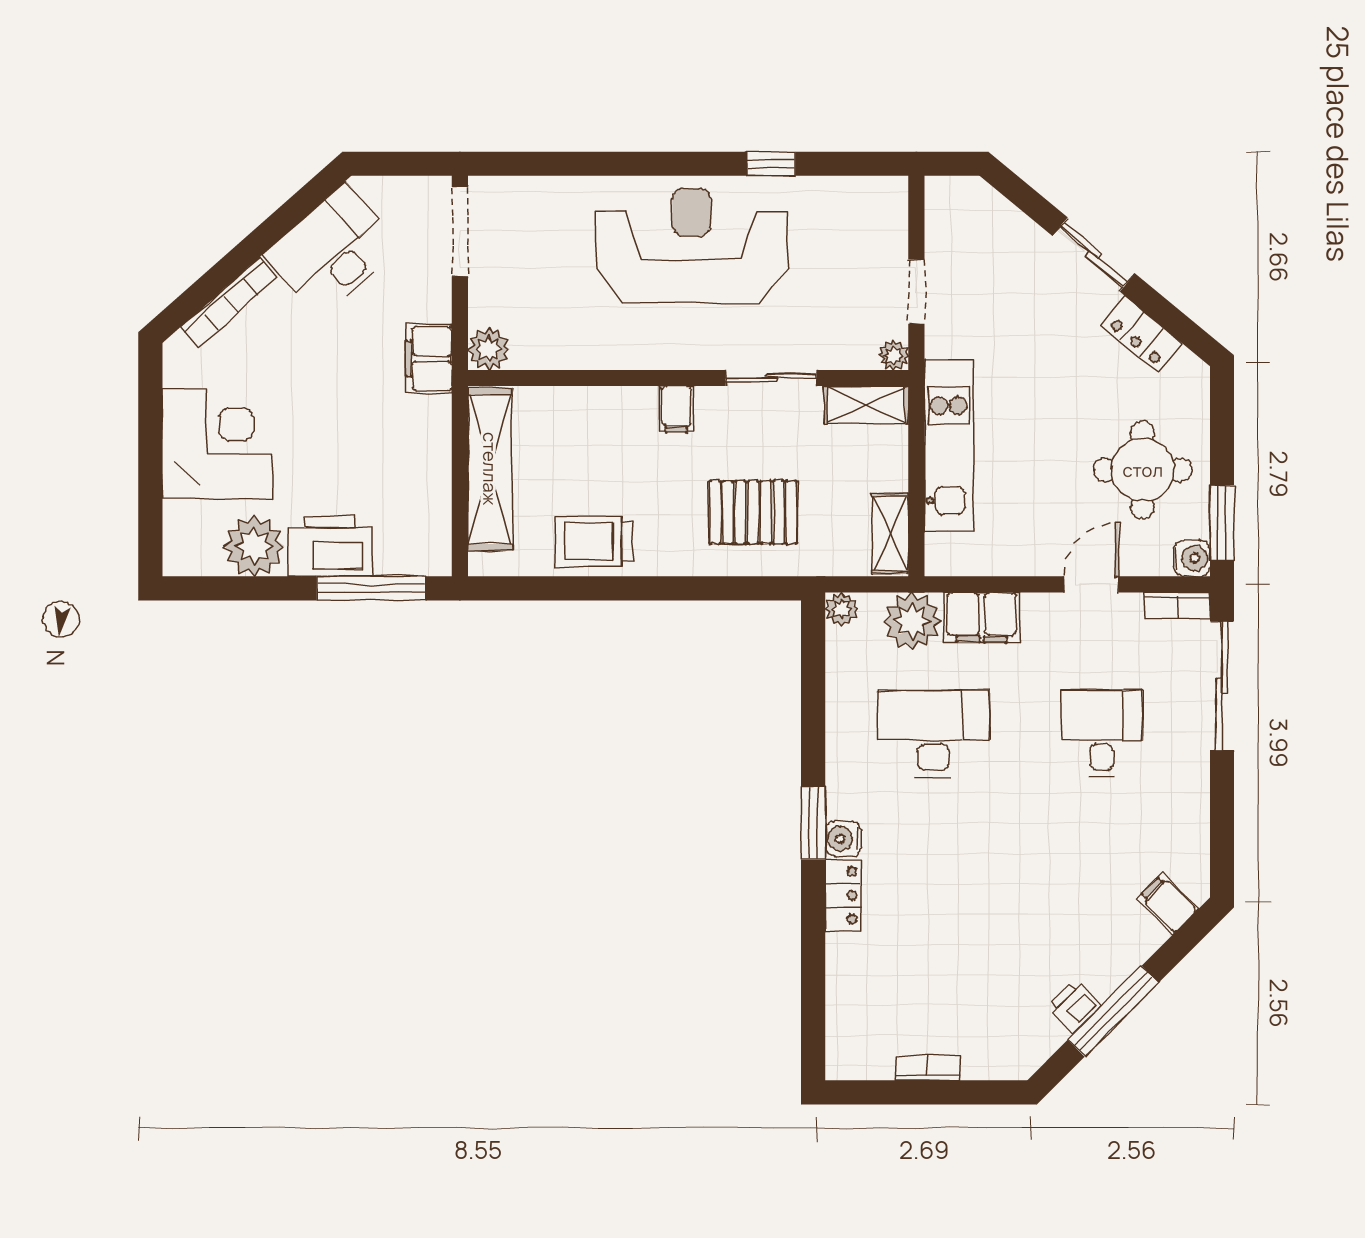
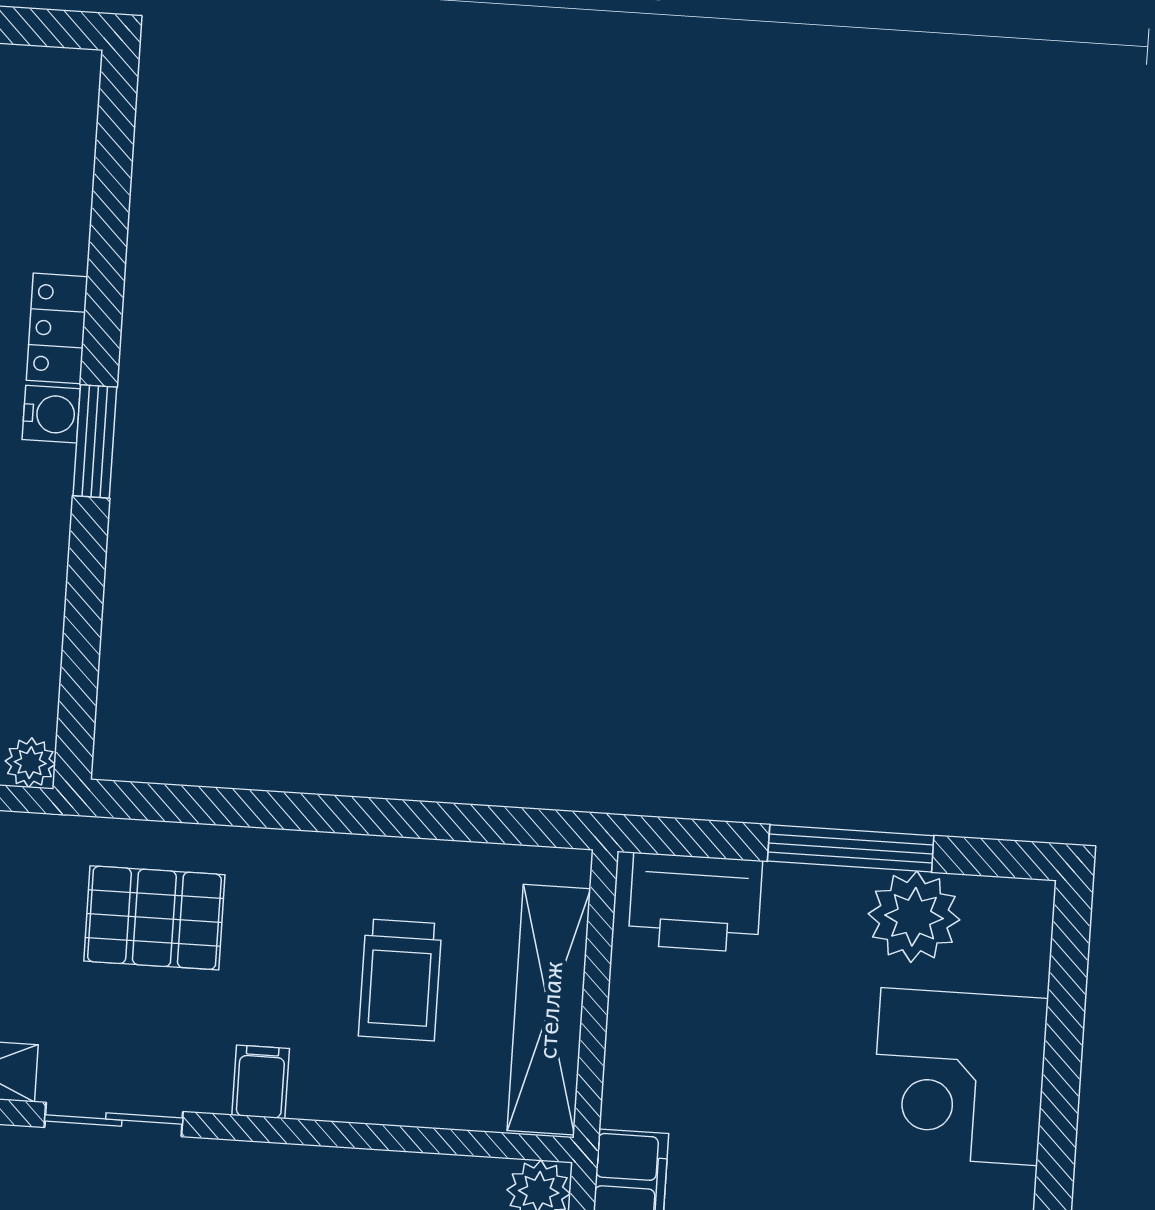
trolley: (594, 541) -> (400, 980), moved, turned 90
printer: (330, 546) -> (695, 903), moved
window: (371, 588) -> (851, 848), moved

